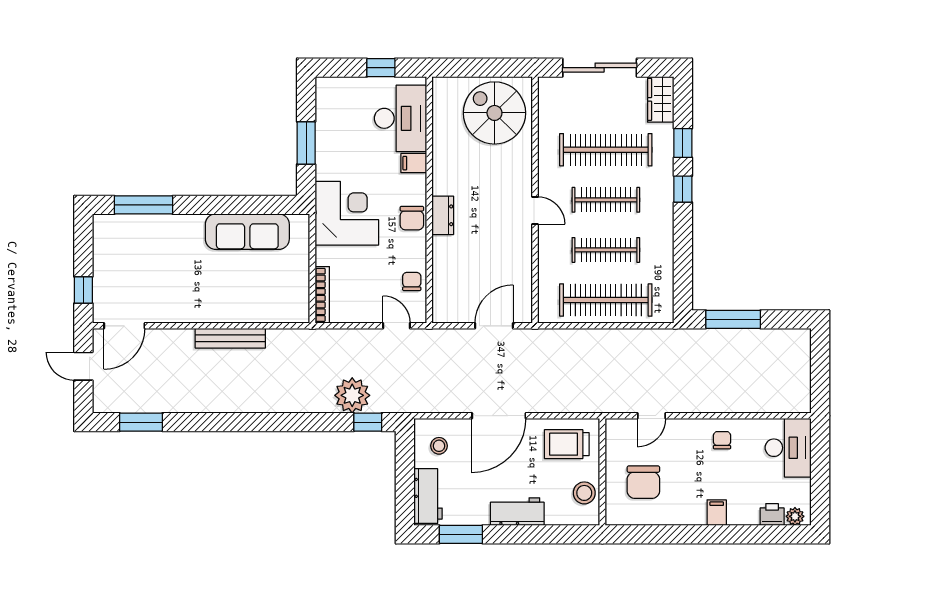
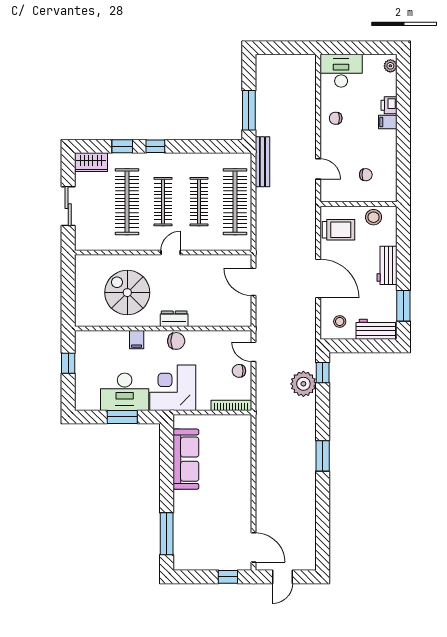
sliding door: (600, 68) -> (68, 206), width x0.73
spiral stairs: (494, 113) -> (127, 293), moved, turned 90
desk: (400, 118) -> (125, 392), moved, turned 180
chair: (412, 281) -> (239, 371), moved
door: (397, 326) -> (253, 352), hinge flipped
bench: (230, 338) -> (262, 162), moved
window: (141, 422) -> (323, 456), moved
trolley: (567, 444) -> (339, 230), turned -90
chair: (643, 482) -> (366, 175), width x0.54, depth x0.54
printer: (772, 515) -> (389, 105), moved

